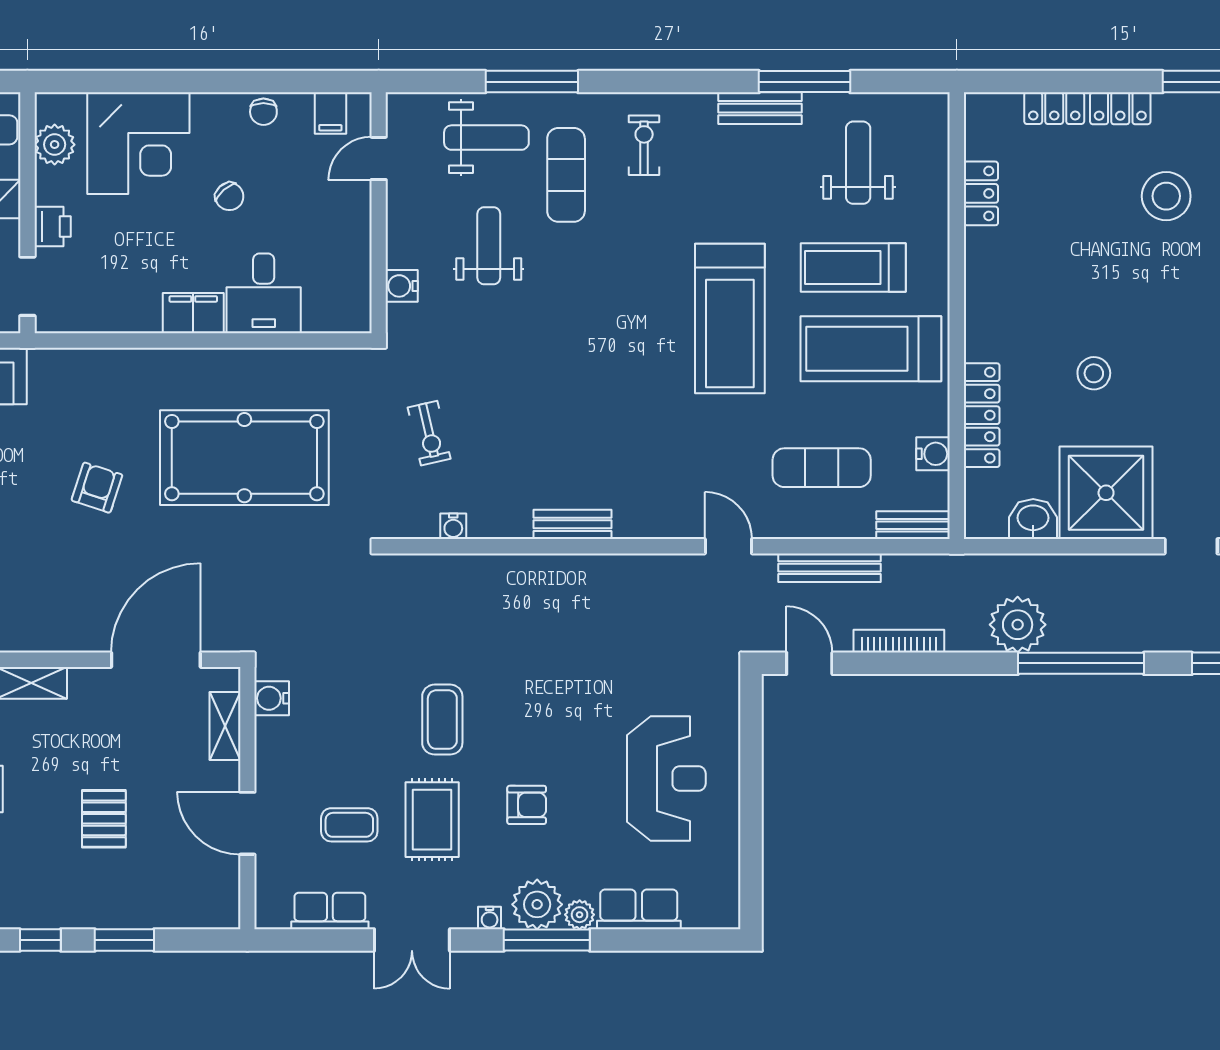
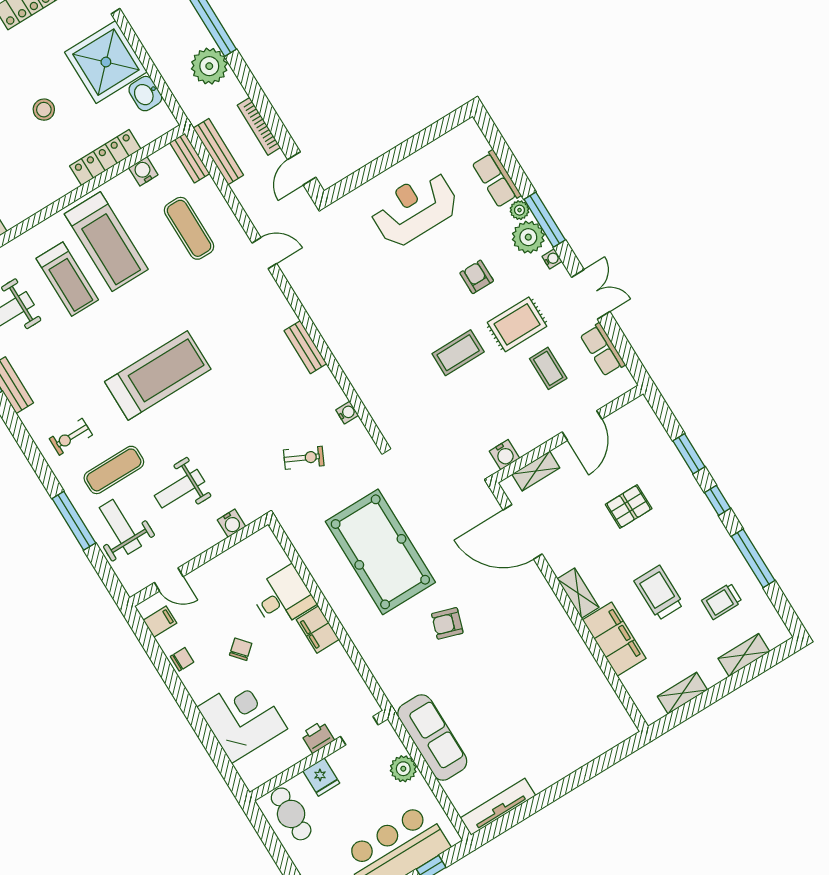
plant: (55, 145) -> (272, 764), removed
treadmill: (730, 319) -> (158, 375), moved
exercise bike: (429, 433) -> (304, 458), turned 39
door: (728, 546) -> (264, 253), swing flipped
bench: (829, 568) -> (218, 152), moved

